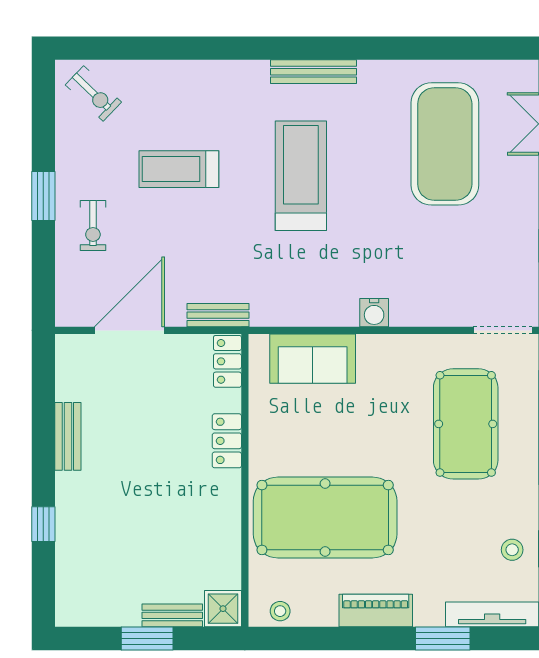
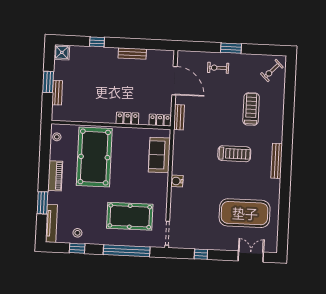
treadmill: (179, 169) -> (251, 109), moved
treadmill: (301, 176) -> (234, 154), width x0.73, depth x0.73
shower: (223, 609) -> (62, 52), moved

